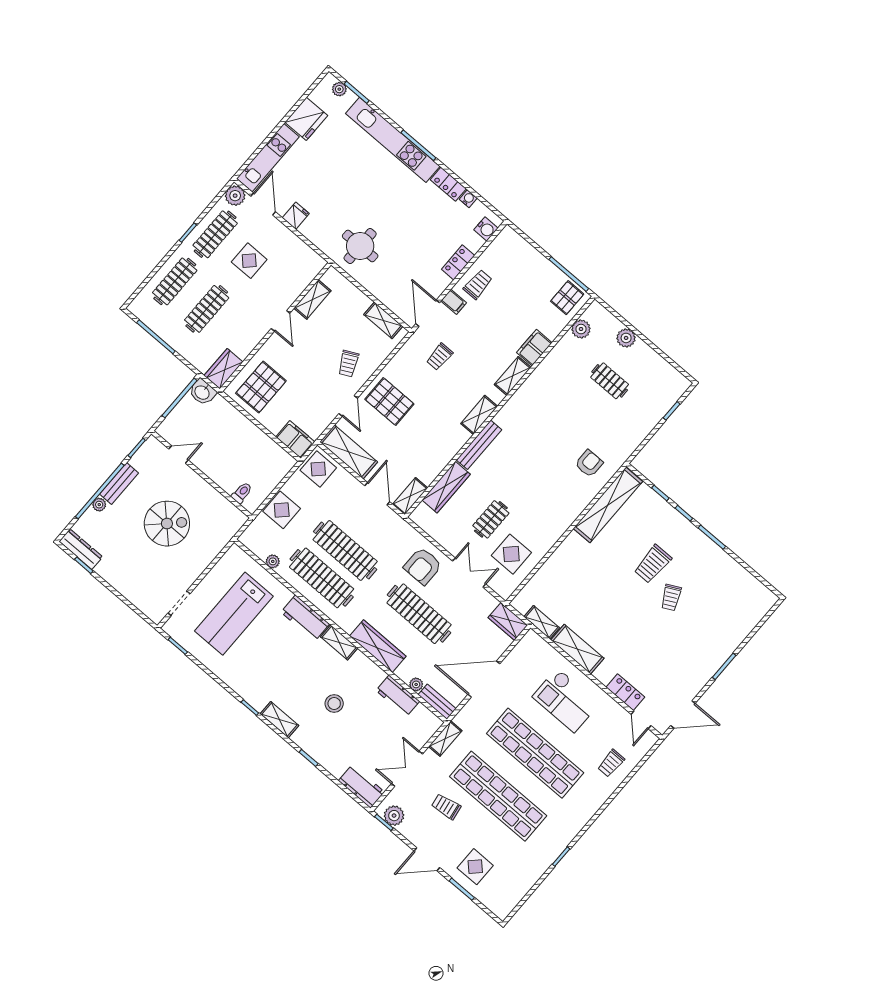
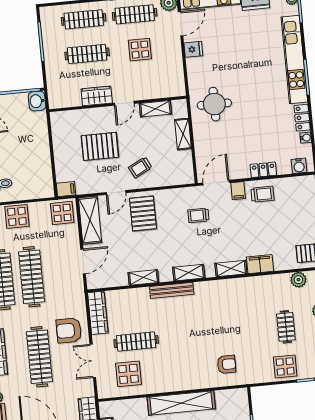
shelving: (383, 320) -> (183, 134), moved
wardrobe: (224, 369) -> (97, 96), moved
pallet: (261, 387) -> (100, 146), moved
display table: (642, 416) -> (285, 367), added
filing cabinet: (295, 439) -> (66, 189), width x0.50
wardrobe: (446, 487) -> (98, 313), moved, turned -90
shelving: (410, 496) -> (143, 277), moved
shelving: (608, 505) -> (181, 403), moved
clothes rail: (491, 519) -> (136, 342), width x1.36
double door: (469, 573) -> (93, 361), swing flipped

